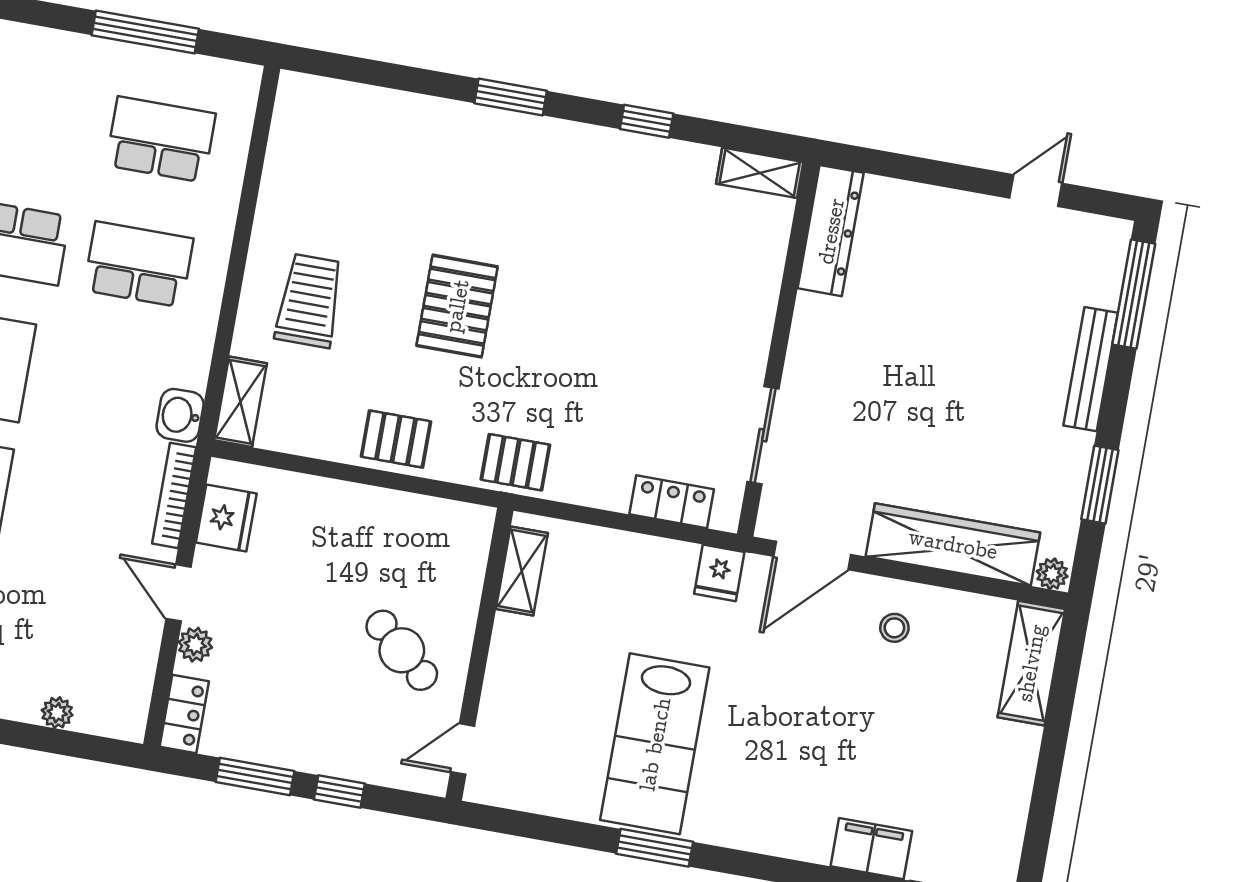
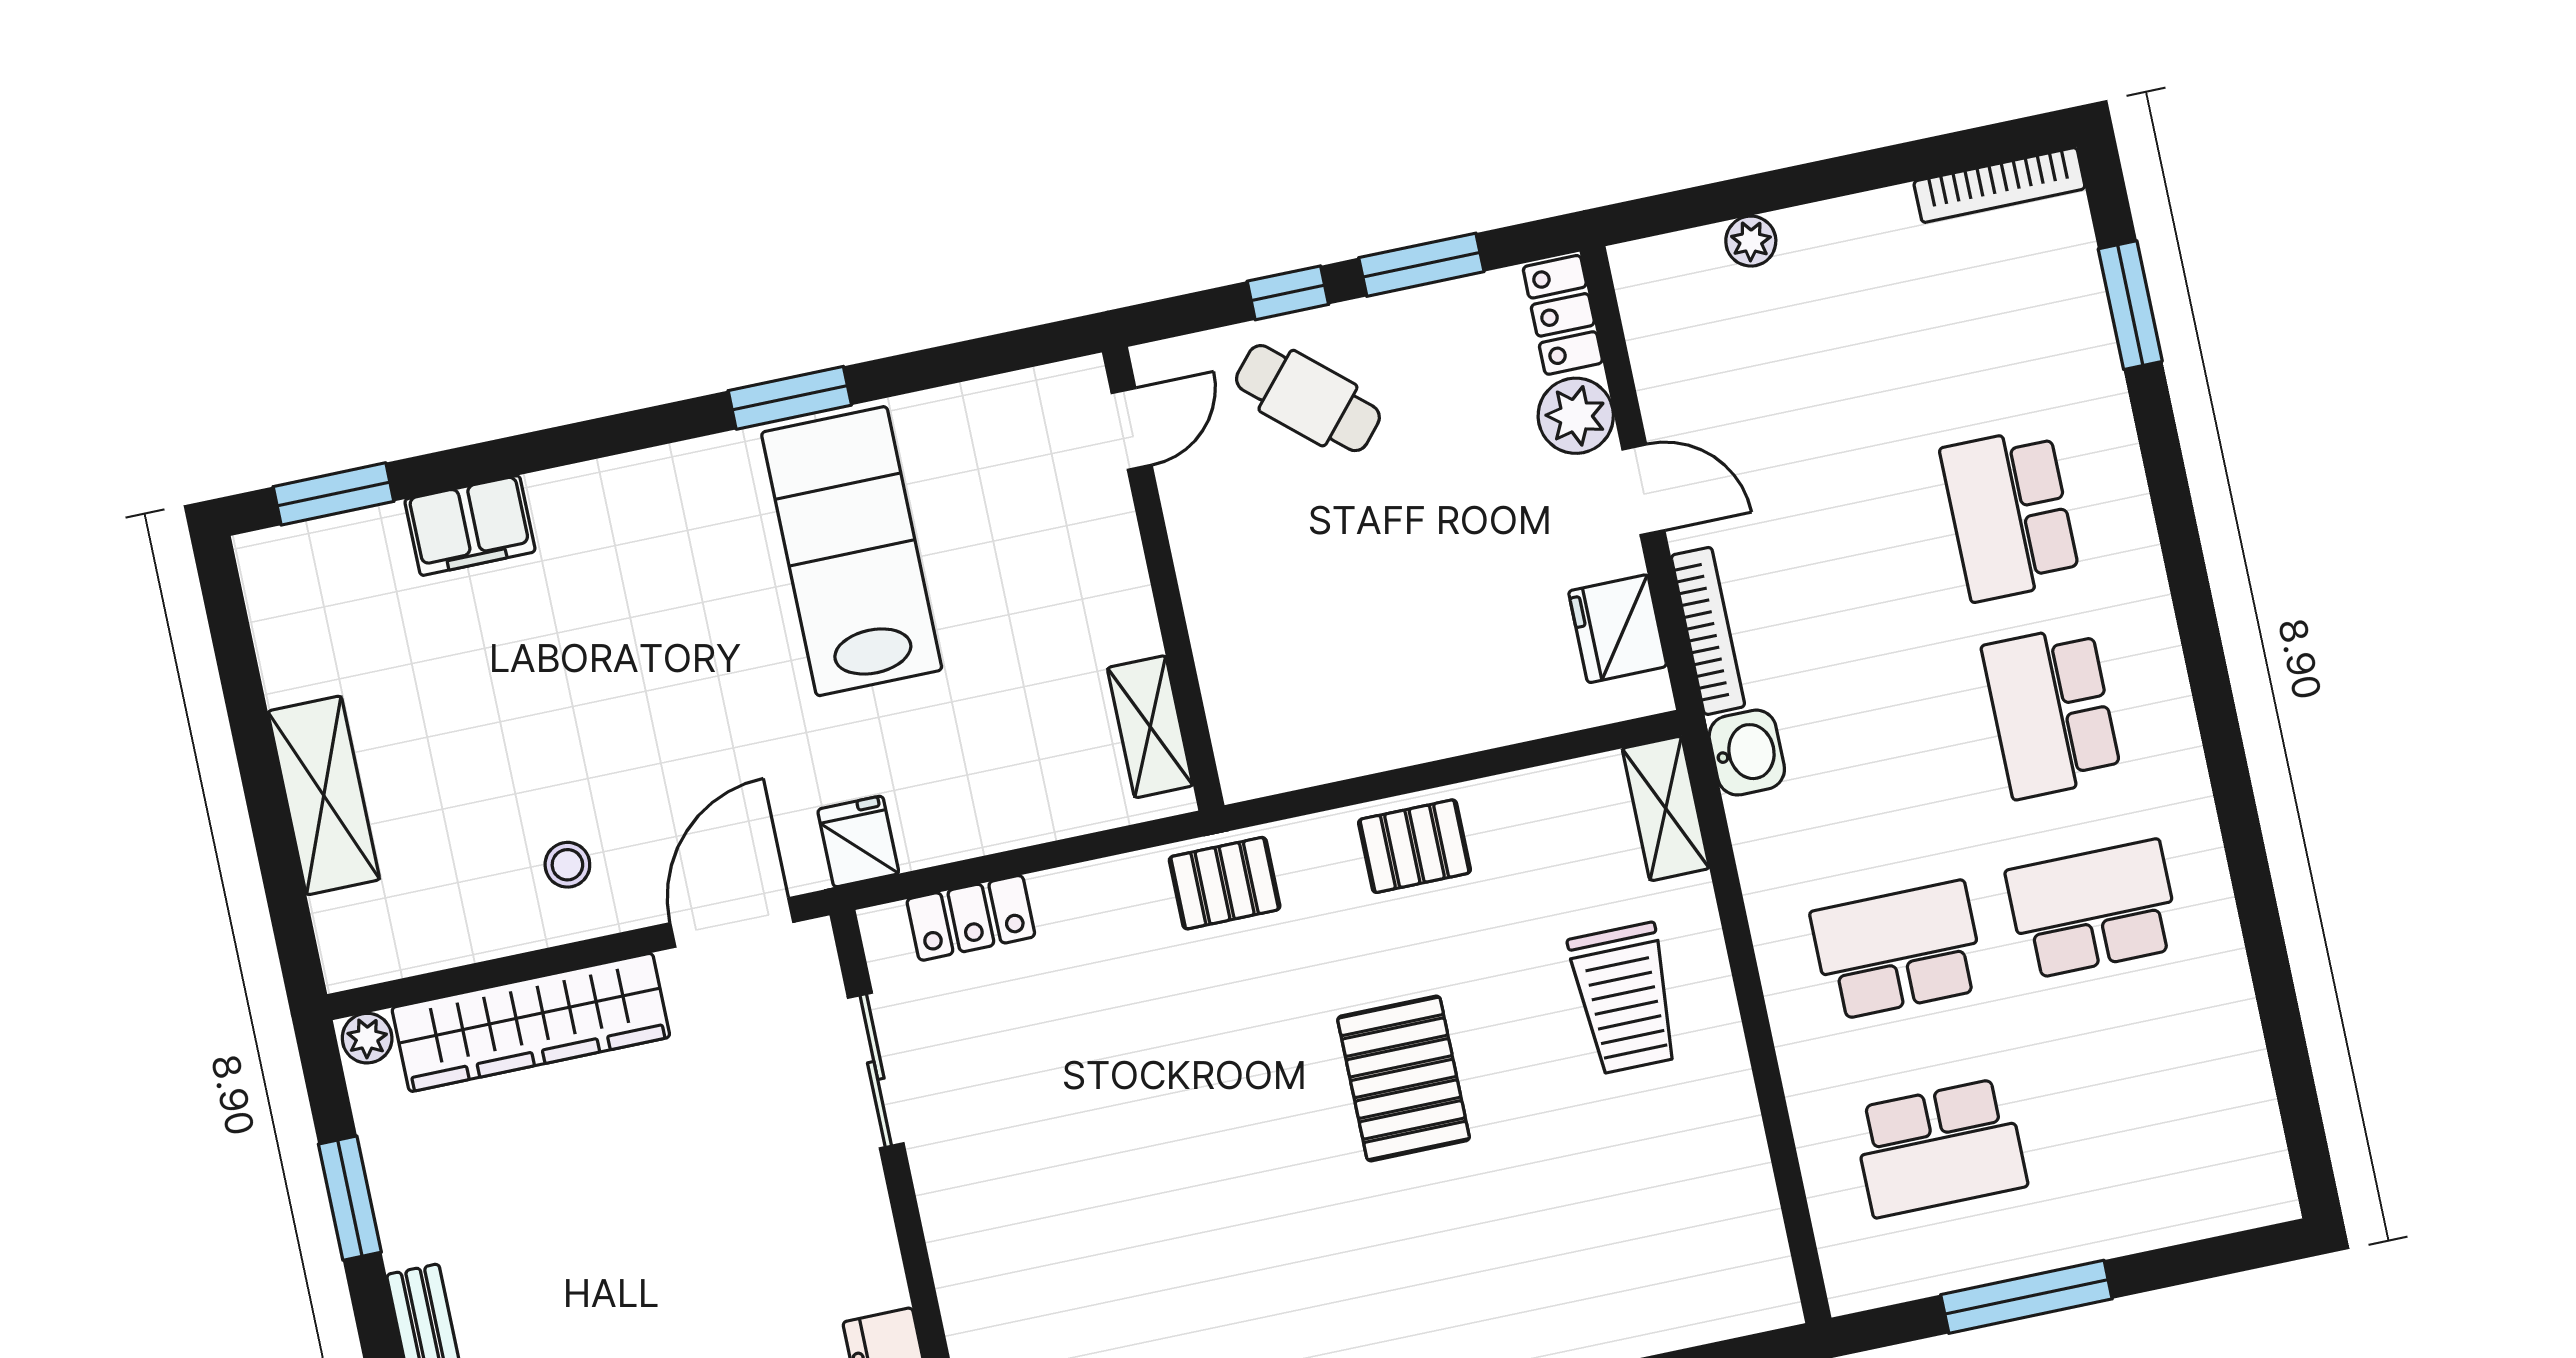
school desk: (138, 264) -> (1898, 950), turned 180
plant: (195, 645) -> (1576, 416), width x1.38, depth x1.38
cafe table: (402, 650) -> (1308, 398), moved
shelving: (1031, 663) -> (324, 795), moved

